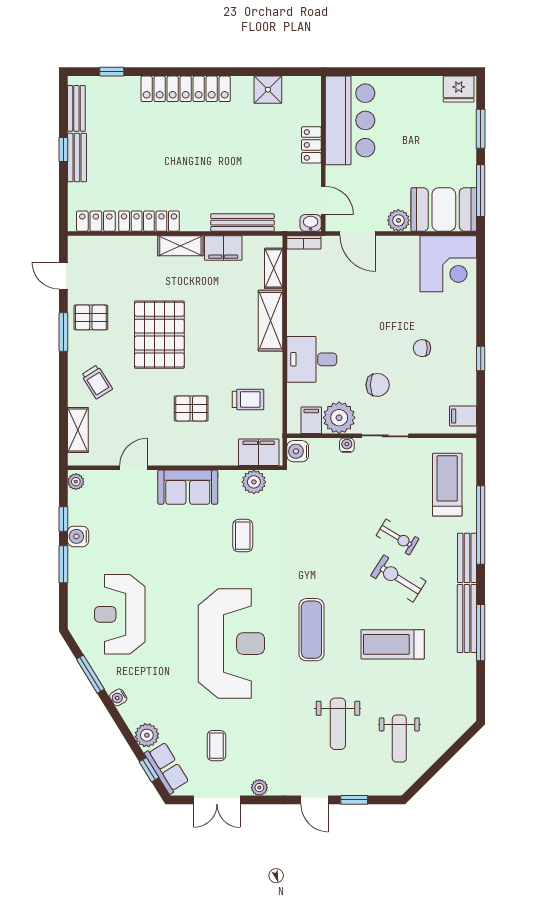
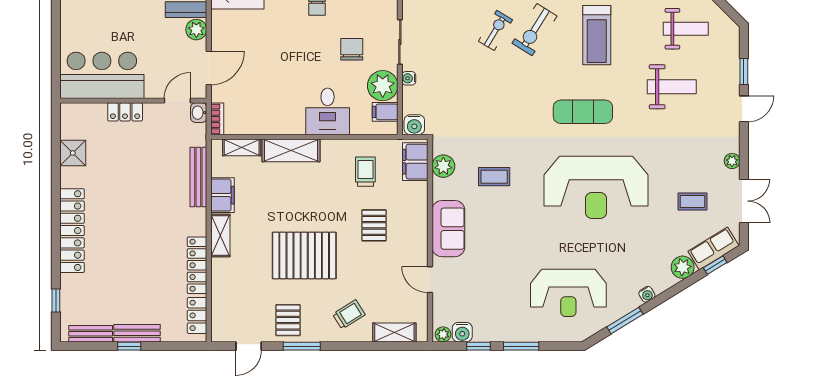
water cooler: (78, 536) -> (462, 332), moved
reception desk: (231, 644) -> (596, 187), turned 180

